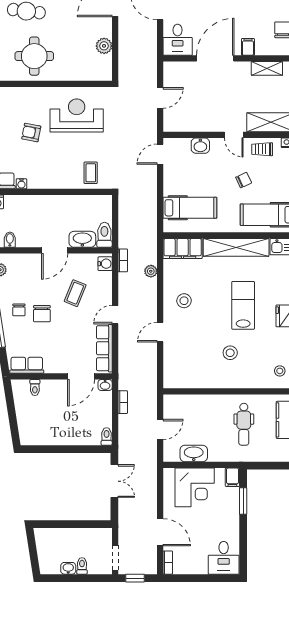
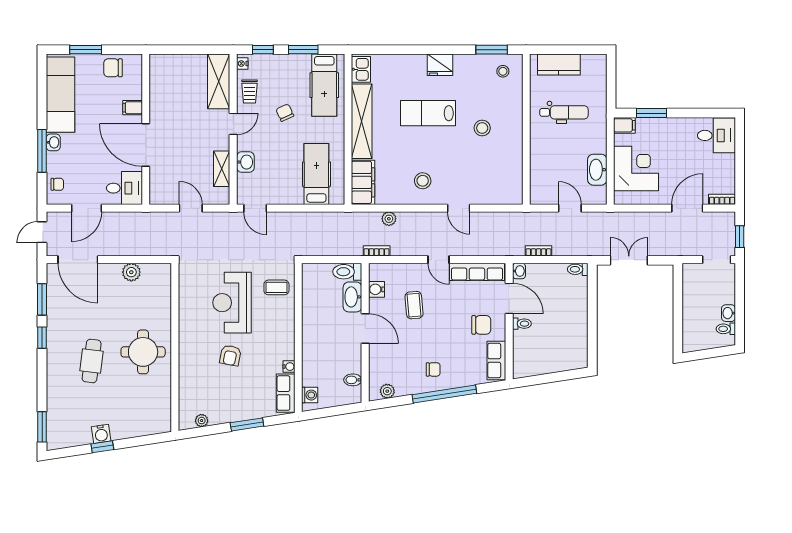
shelving: (267, 68) -> (222, 169), moved
reception desk: (77, 115) -> (232, 303), moved
water cooler: (105, 264) -> (377, 289), moved, turned -90
coffee table: (75, 293) -> (414, 305), turned 63
chair: (42, 314) -> (481, 325), moved
toilet: (35, 388) -> (522, 324), moved
toilet: (82, 566) -> (726, 329), moved

